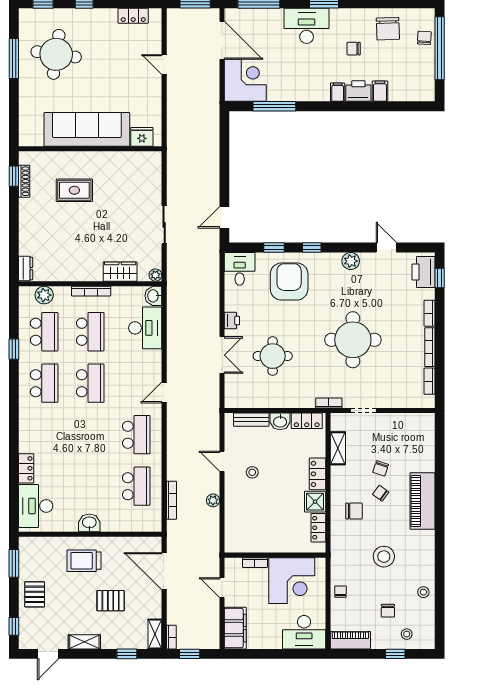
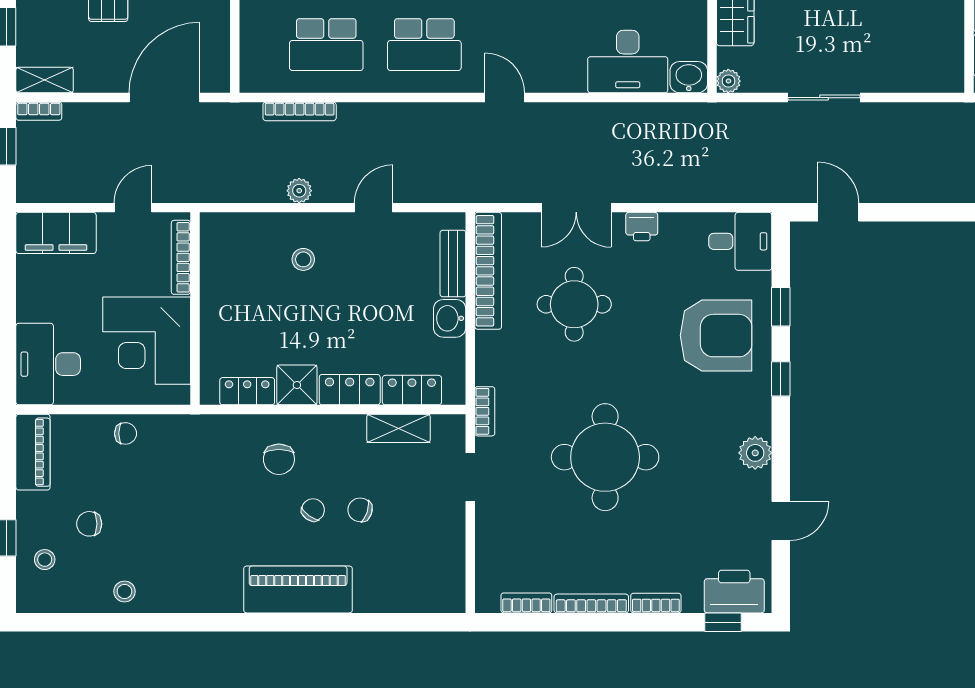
bookcase: (255, 401) -> (488, 271), added
locker: (307, 421) -> (412, 390), moved, turned 90
stool: (252, 472) -> (303, 259), moved
stool: (384, 557) -> (192, 516), removed
bookcase: (255, 563) -> (181, 257), width x1.56

